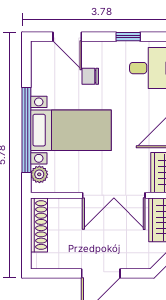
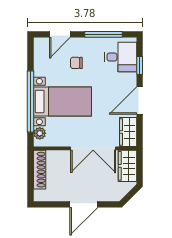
door: (67, 37) -> (60, 34), hinge flipped
window: (128, 37) -> (104, 34), width x2.17

